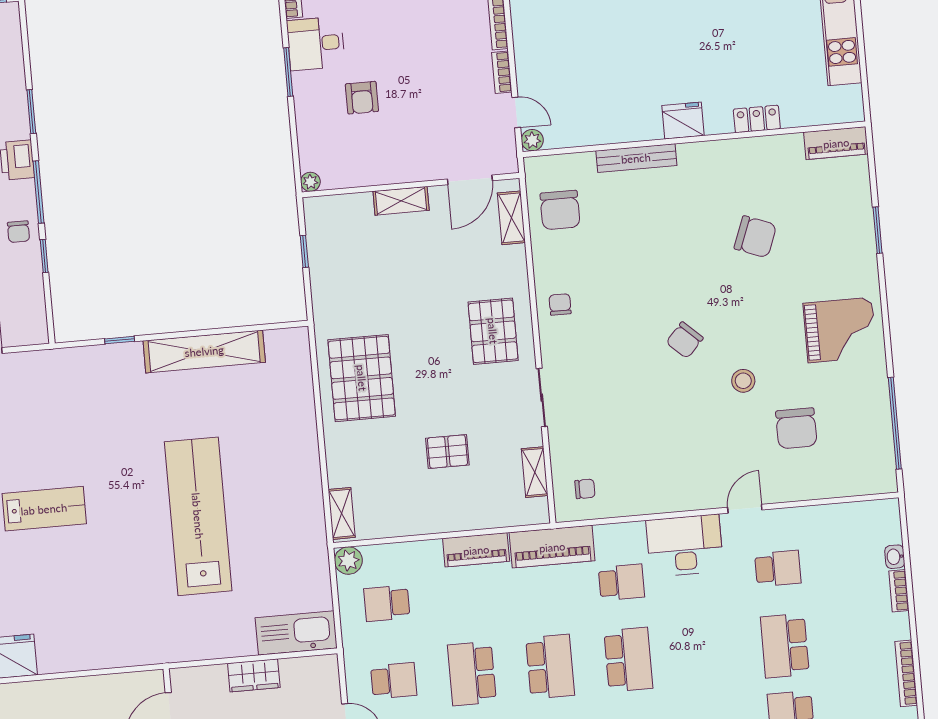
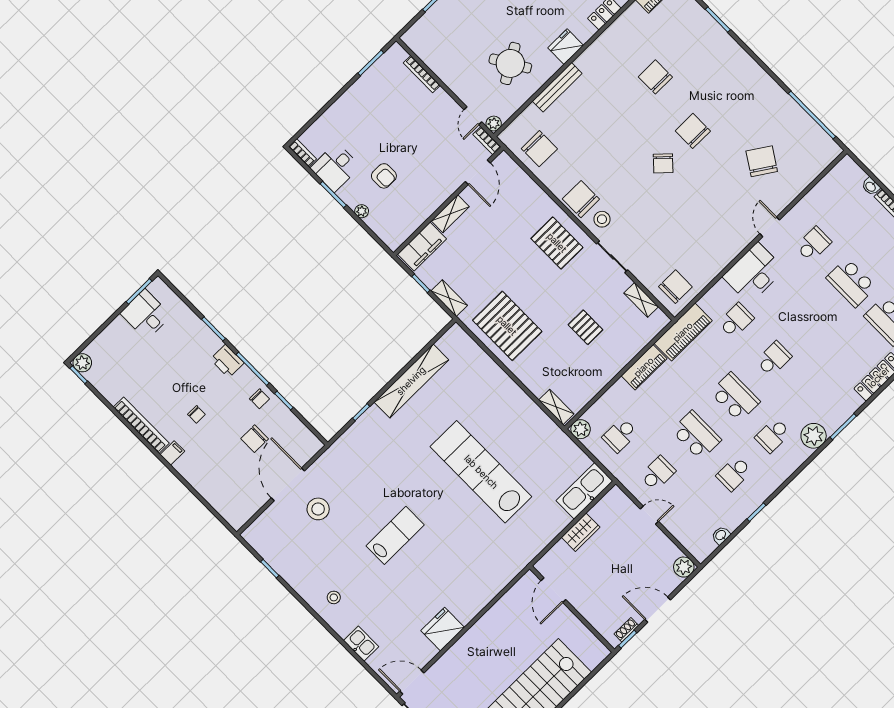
bookcase: (502, 72) -> (487, 141), moved
round table: (606, 89) -> (510, 63), added
door: (516, 112) -> (473, 116), swing flipped
plant: (310, 182) -> (362, 211), moved
filing cabinet: (339, 211) -> (422, 246), added
shelving: (511, 218) -> (449, 298), moved
chair: (755, 237) -> (655, 77), turned -111
chair: (560, 304) -> (581, 199), width x1.87, depth x1.87
grand piano: (840, 330) -> (742, 89), removed
chair: (747, 331) -> (693, 131), added
stool: (743, 381) -> (602, 219), moved
chair: (796, 428) -> (762, 161), turned -147
pallet: (447, 452) -> (586, 327), turned 90
chair: (585, 489) -> (675, 287), width x1.87, depth x1.87
school desk: (628, 660) -> (774, 359), width x0.54
school desk: (472, 674) -> (696, 435), turned 180

